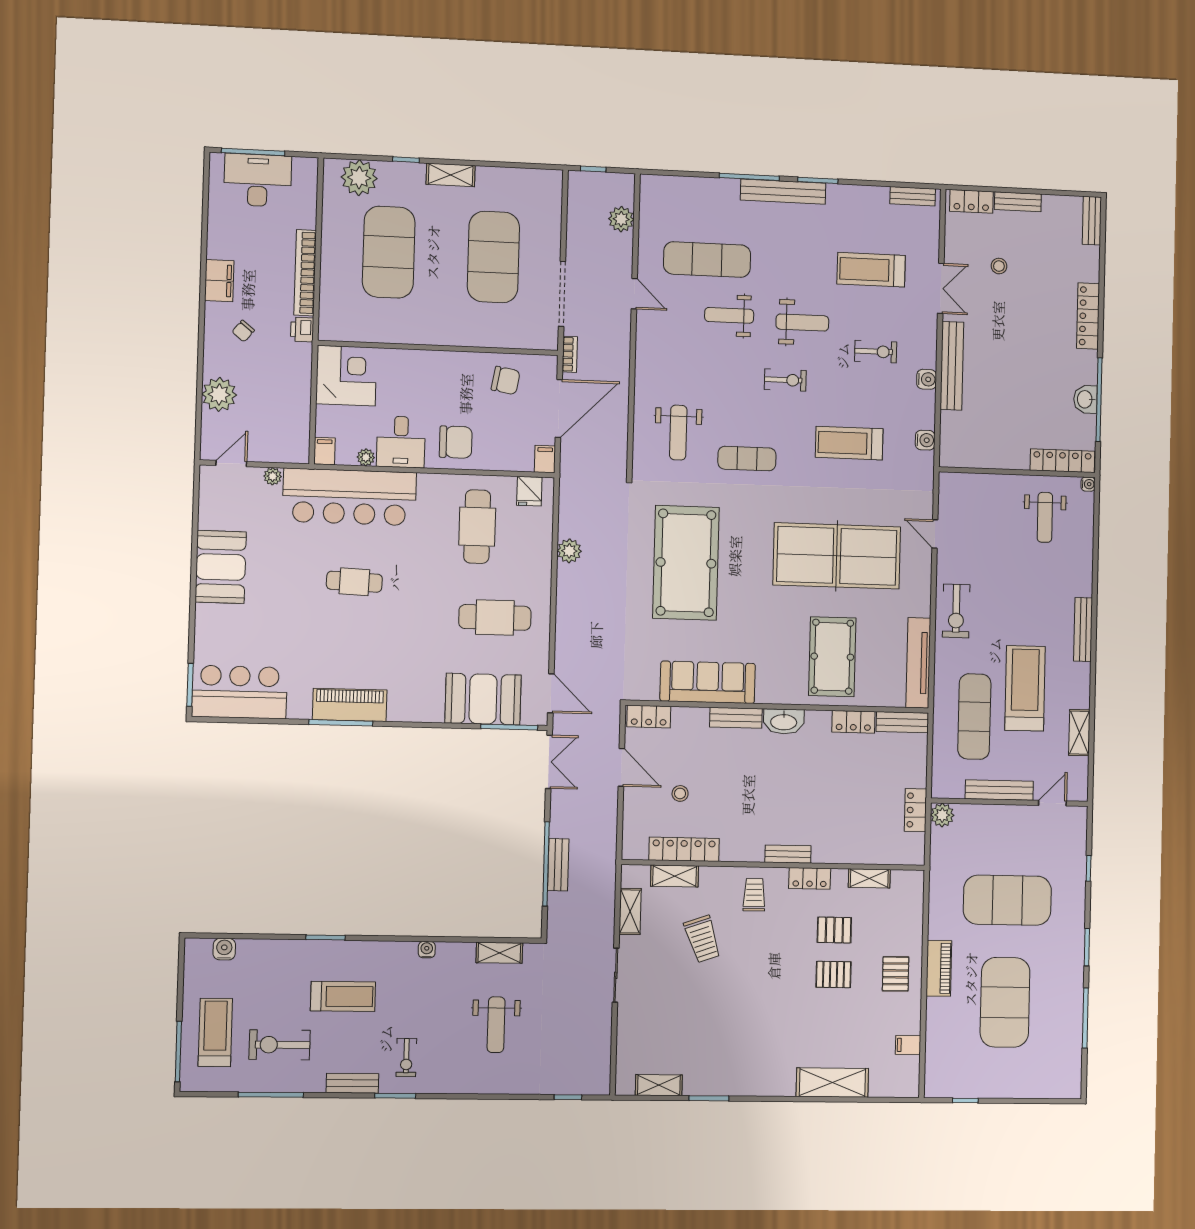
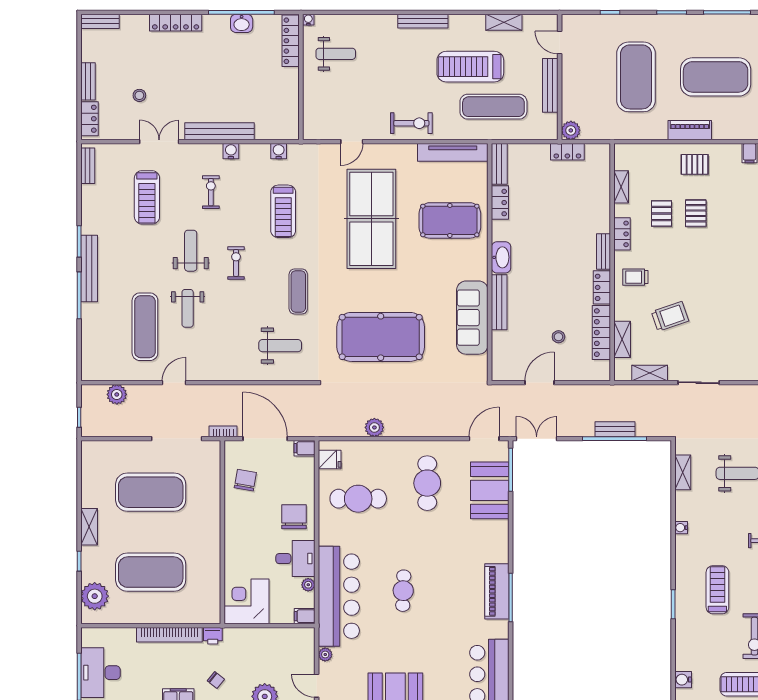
locker: (649, 716) -> (602, 287), moved, turned 180
bench: (736, 718) -> (499, 302), width x1.36

